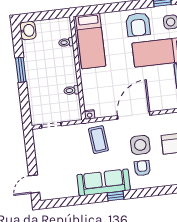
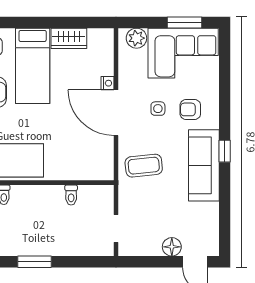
nightstand: (90, 114) -> (107, 83), moved
side table: (140, 145) -> (158, 109), width x0.54, depth x0.54
floor lamp: (43, 166) -> (172, 247), added

